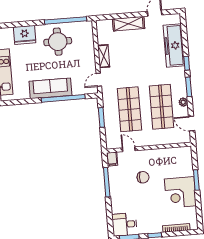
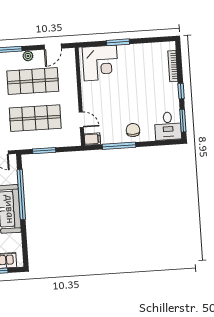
door: (129, 149) -> (81, 120), swing flipped
chair: (143, 177) -> (133, 130), moved
corner desk: (180, 192) -> (100, 63), moved

